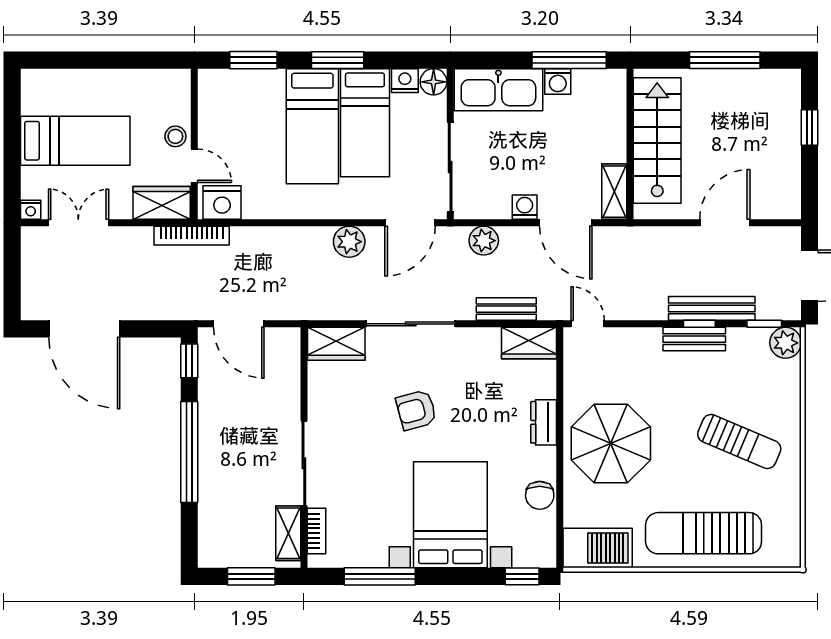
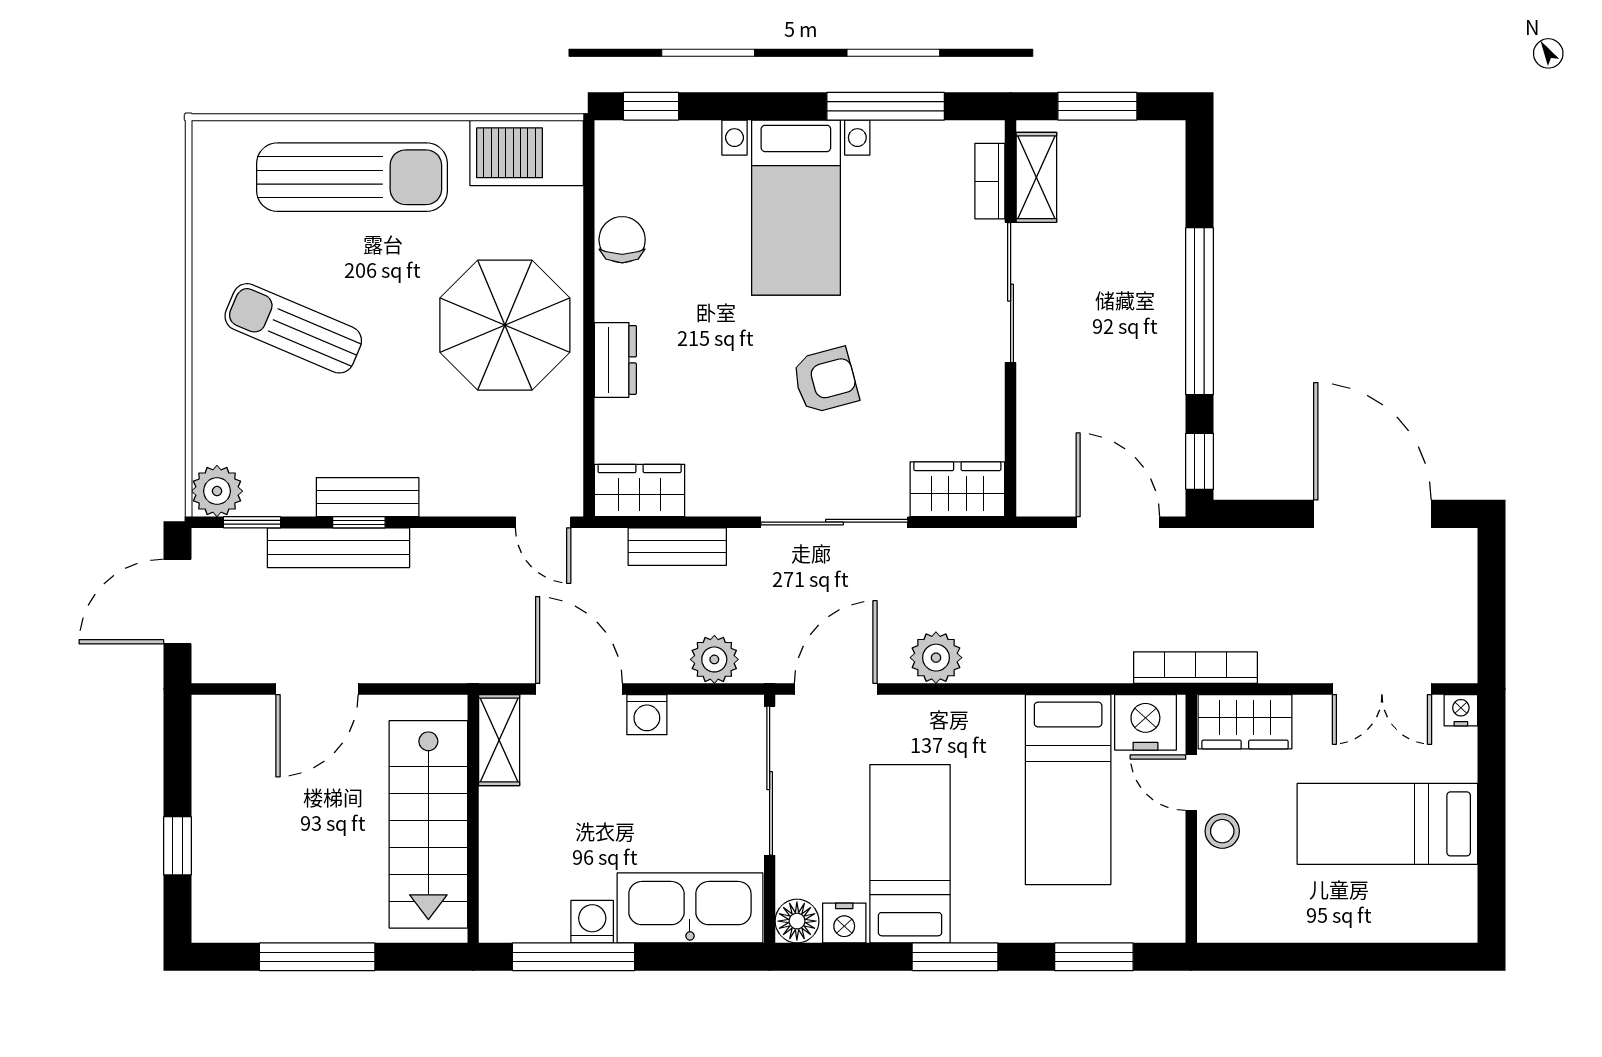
bed: (312, 126) -> (1068, 790), moved, turned 180
bed with nightstands: (450, 515) -> (796, 208), width x0.73

